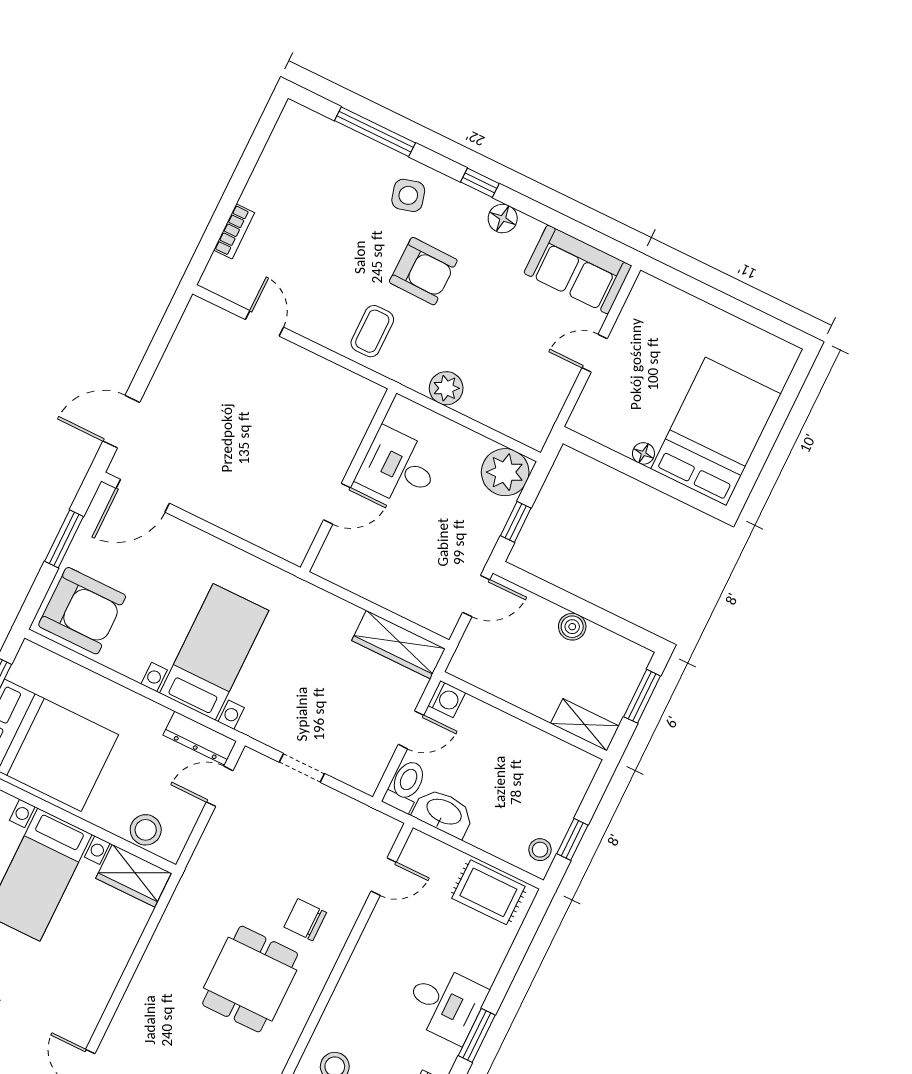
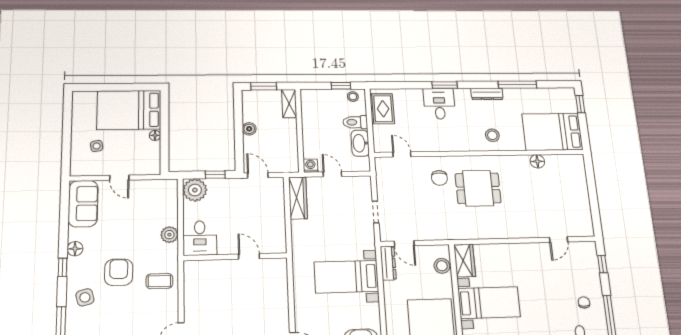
side table: (674, 342) -> (97, 146), added
desk: (398, 467) -> (200, 238), moved
toilet: (406, 786) -> (355, 122), moved

